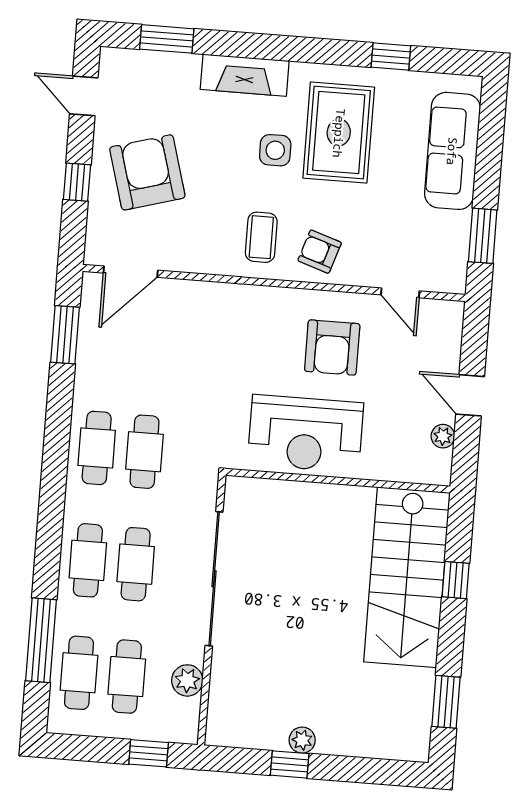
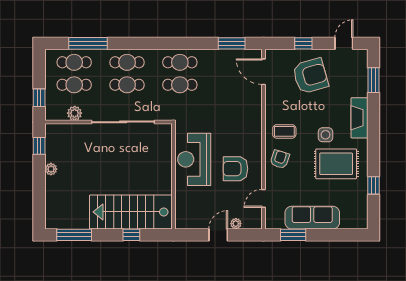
sofa: (452, 151) -> (312, 218), moved
plant: (443, 436) -> (236, 224), moved
window: (446, 702) -> (74, 235), width x1.44
window: (290, 764) -> (39, 146), moved

